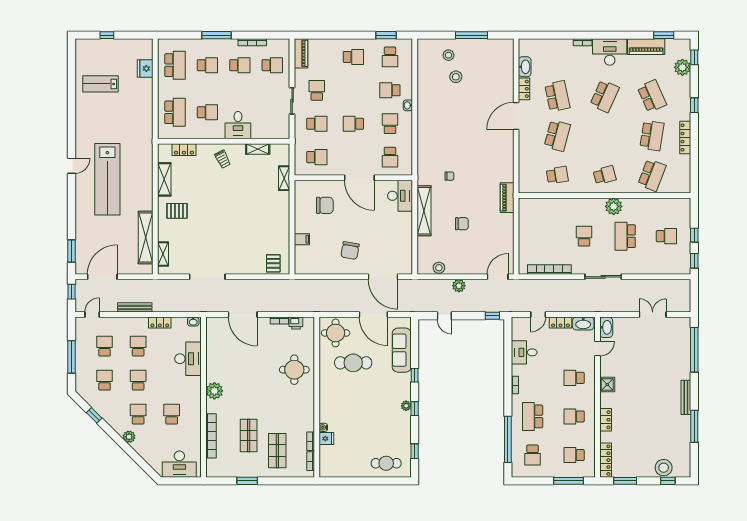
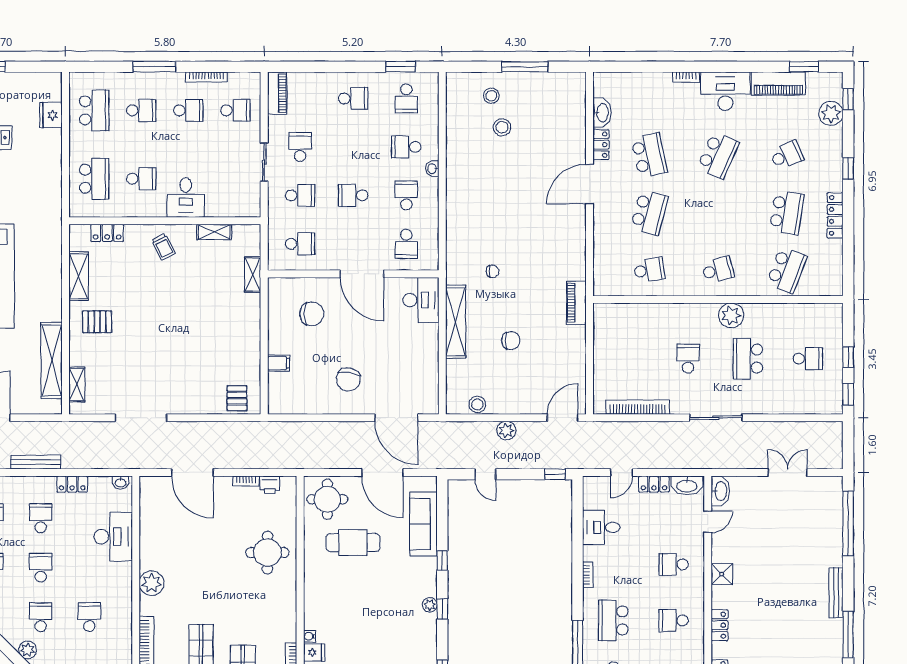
school desk: (652, 96) -> (787, 155), width x0.54

